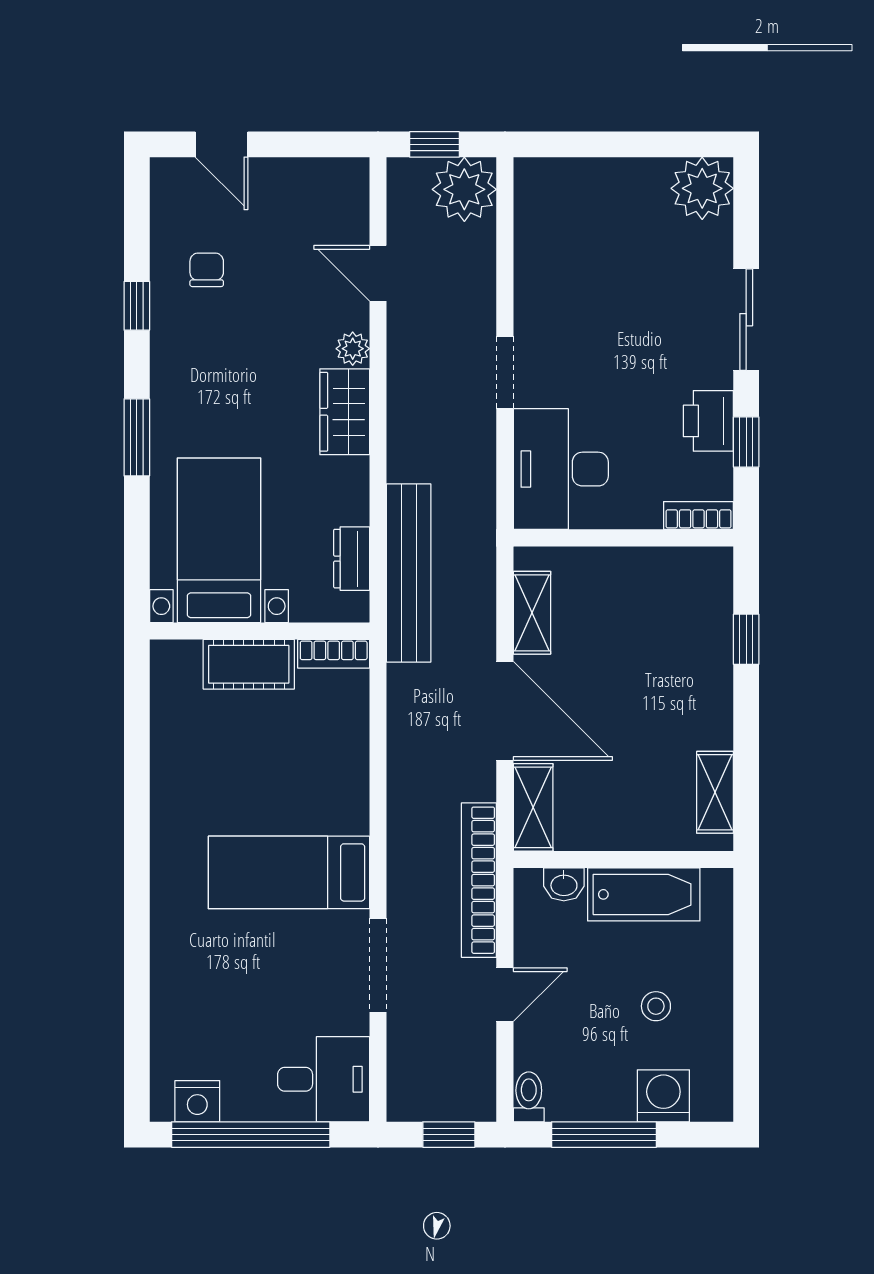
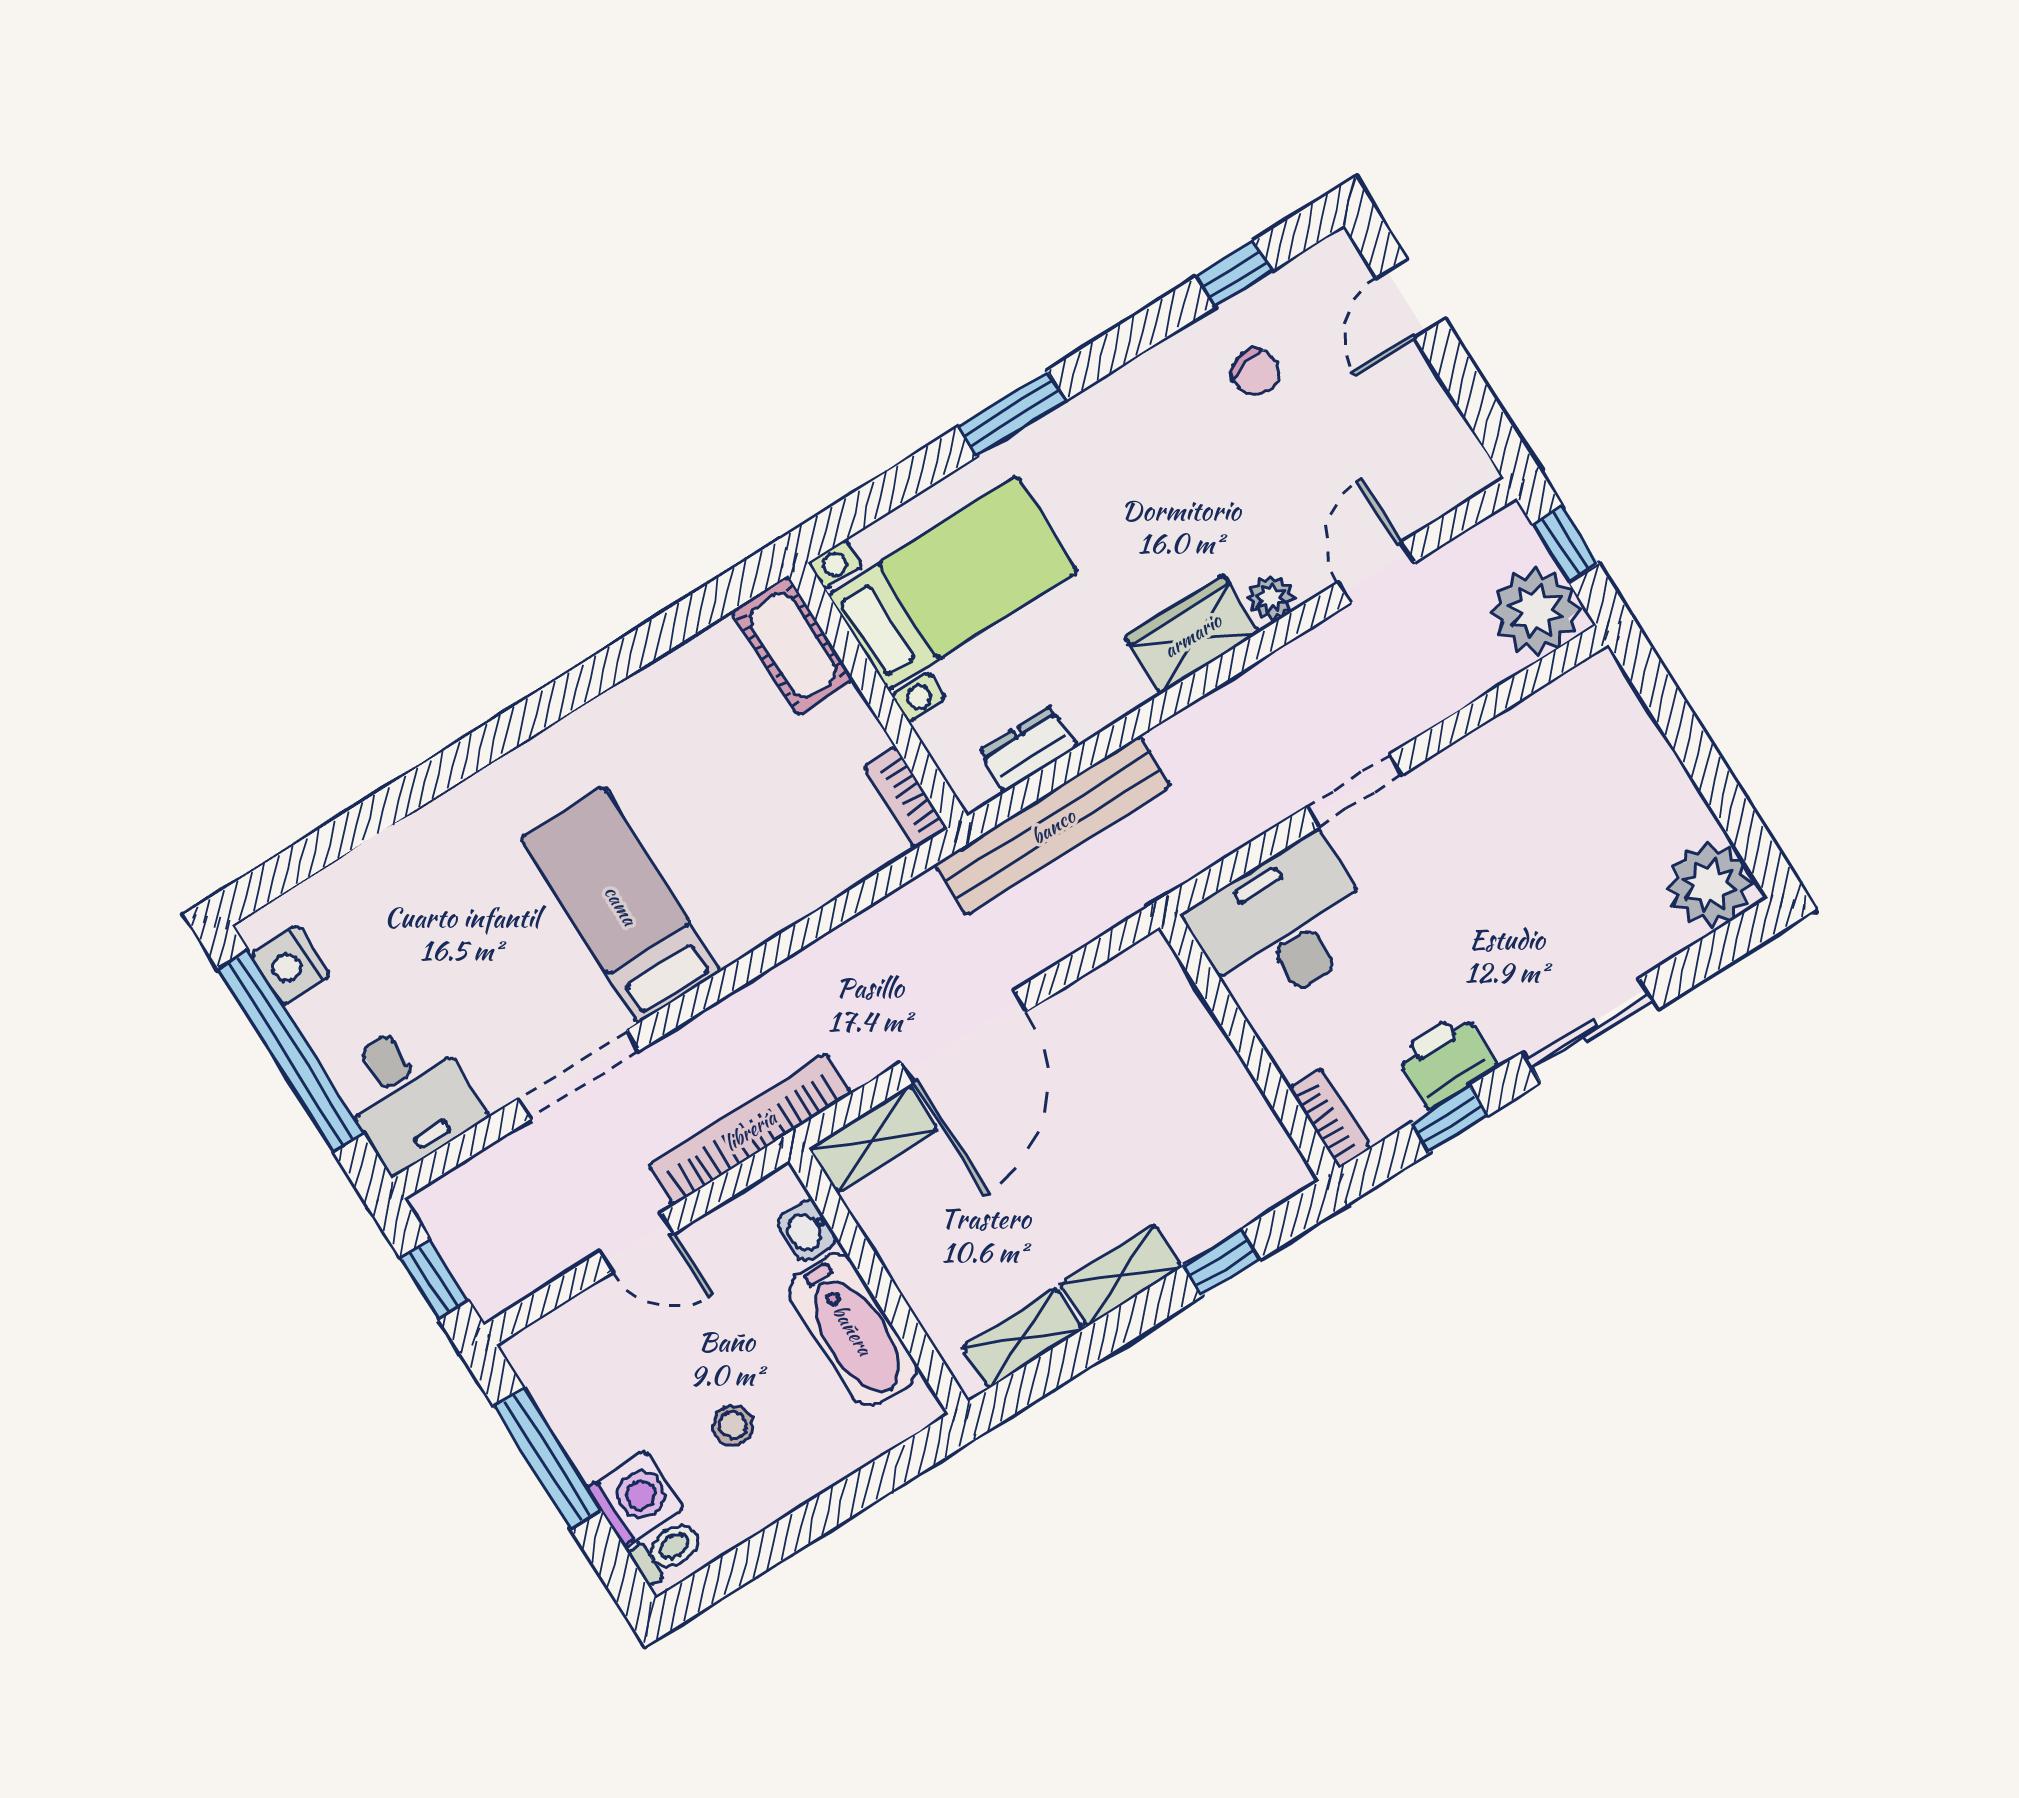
chair: (207, 270) -> (1256, 372), turned 76
window: (137, 306) -> (1234, 274), moved
shelving: (532, 613) -> (1121, 1276), moved
cot: (249, 664) -> (793, 646), moved
toilet: (529, 1097) -> (666, 1551), moved

